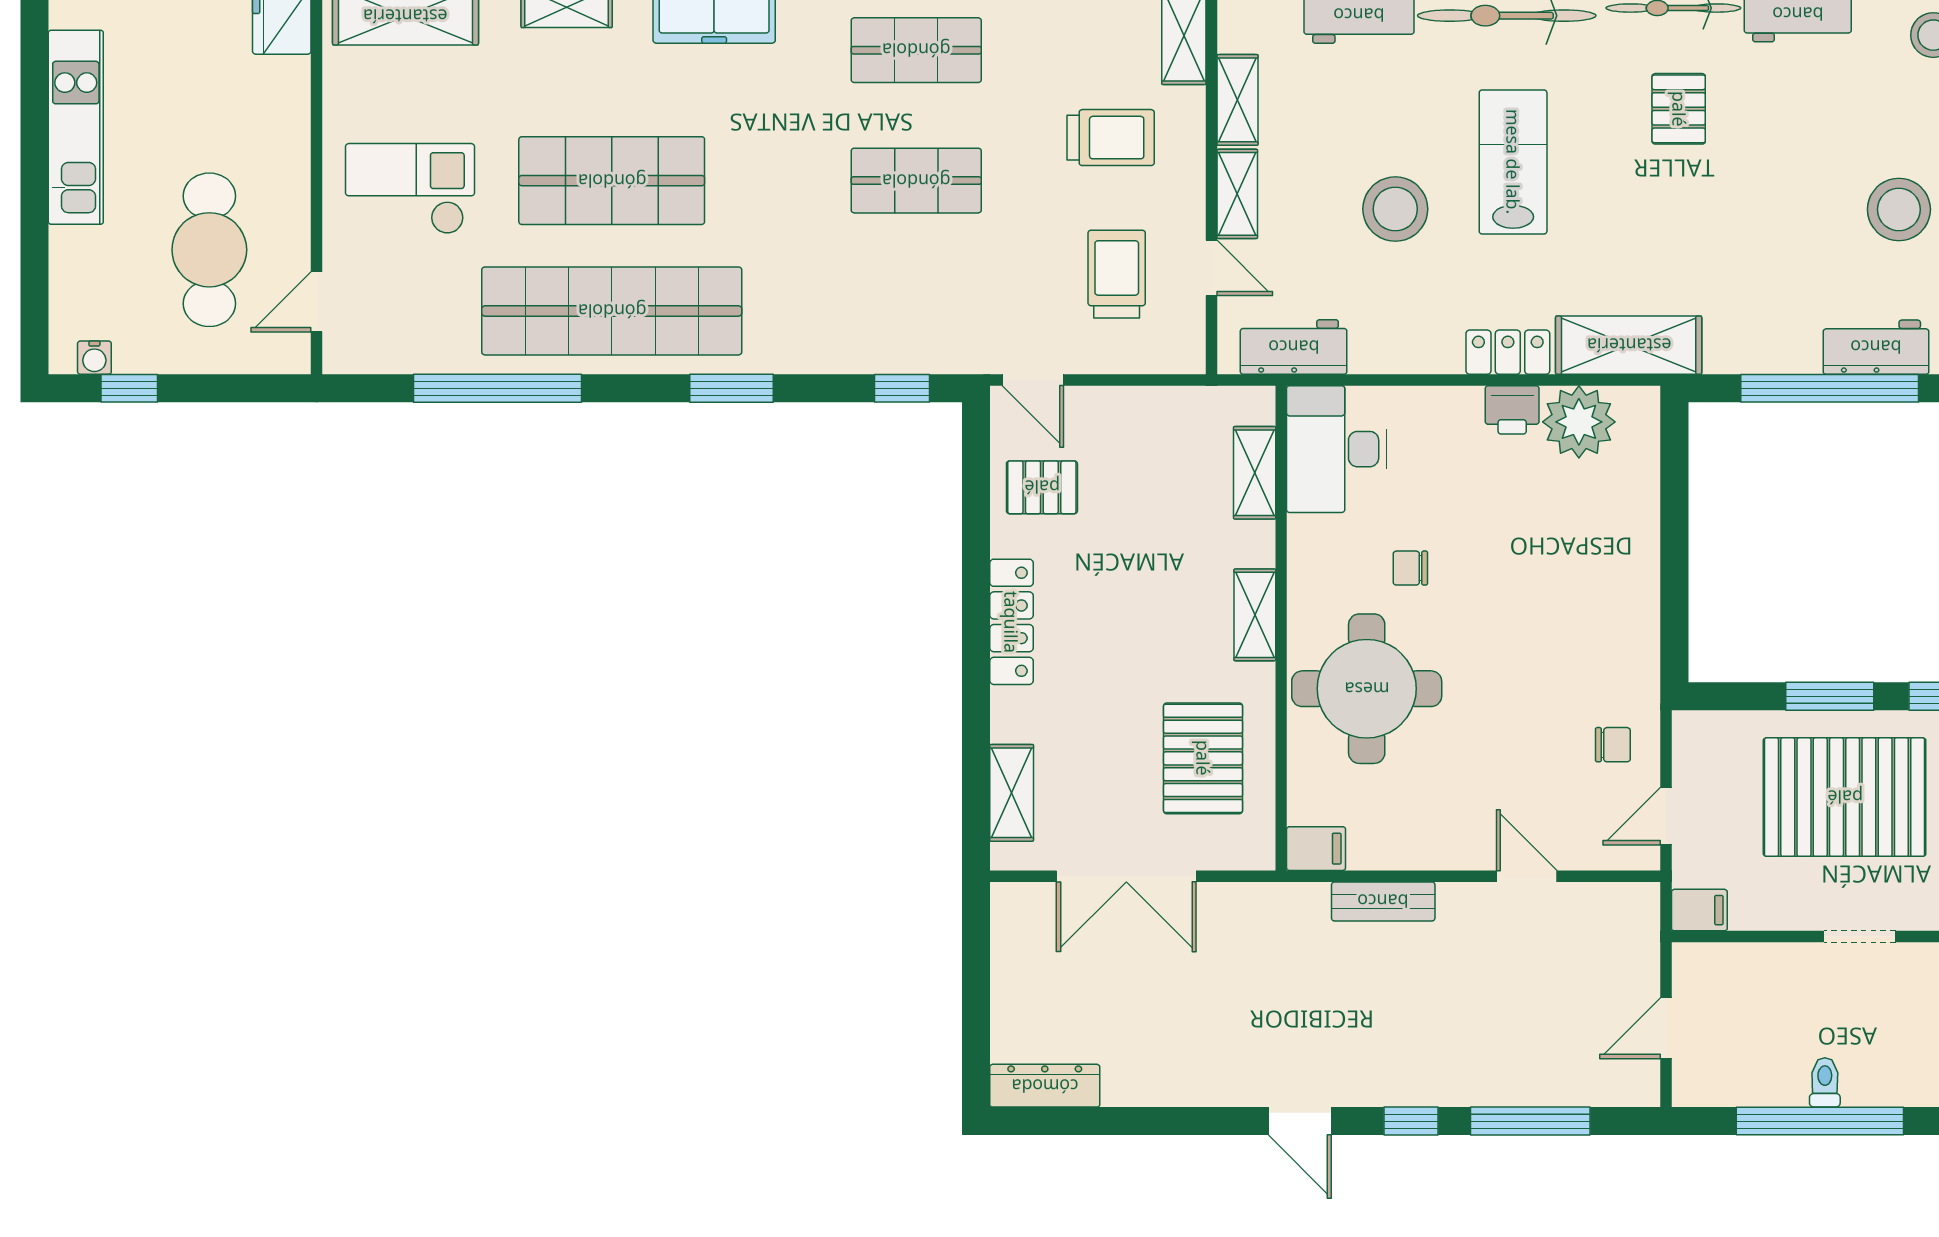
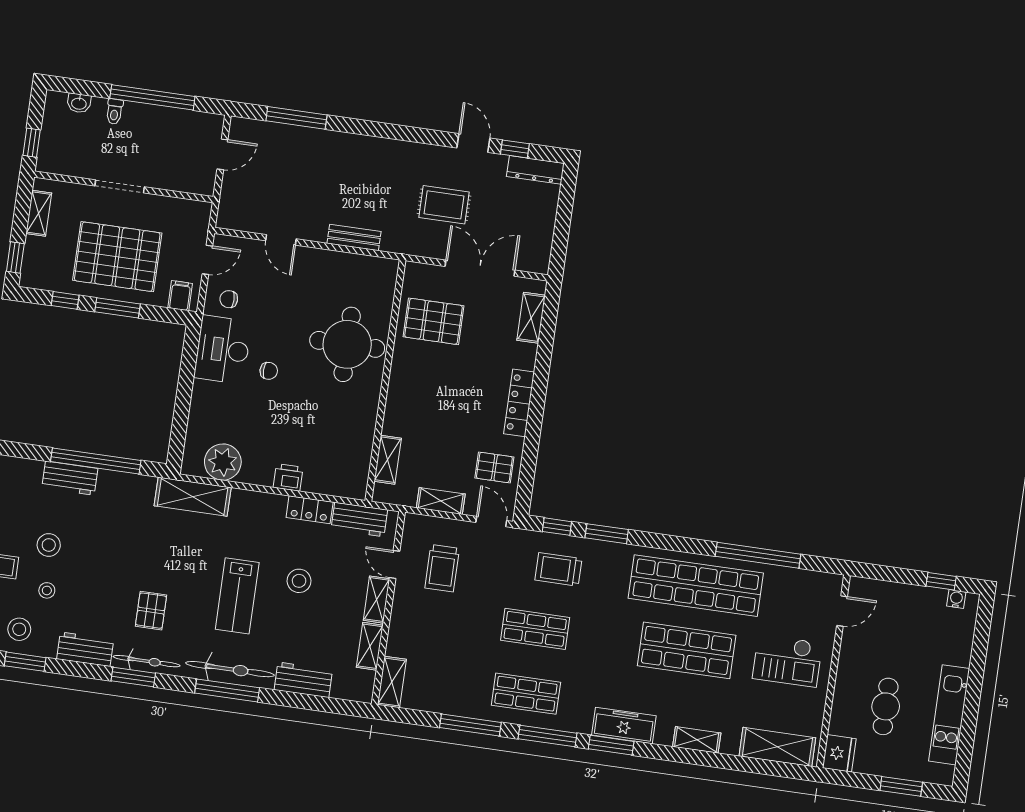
stool: (1890, 119) -> (47, 590), added
trolley: (1111, 138) -> (558, 569), moved
stool: (1395, 209) -> (299, 581), width x0.73, depth x0.73
stool: (1899, 209) -> (49, 545), width x0.73, depth x0.73
cafe table: (209, 250) -> (886, 706), moved, width x0.73, depth x0.74
locker: (1508, 352) -> (310, 510), moved
window: (732, 388) -> (607, 534), moved
printer: (1512, 410) -> (288, 477), moved
desk: (1337, 449) -> (223, 350), moved, turned 180
chair: (1410, 568) -> (269, 371), moved
shelving: (1255, 615) -> (441, 501), moved, turned 90
pallet: (1203, 758) -> (433, 321), turned 90
filing cabinet: (1316, 849) -> (384, 268), removed
filing cabinet: (1699, 910) -> (180, 296), moved, turned 90
doorway: (1860, 937) -> (120, 186), width x1.38
rug: (1215, 991) -> (444, 205), added
toilet: (1825, 1082) -> (114, 112), moved
door: (1300, 1121) -> (473, 143), moved
window: (1411, 1121) -> (515, 149), moved

